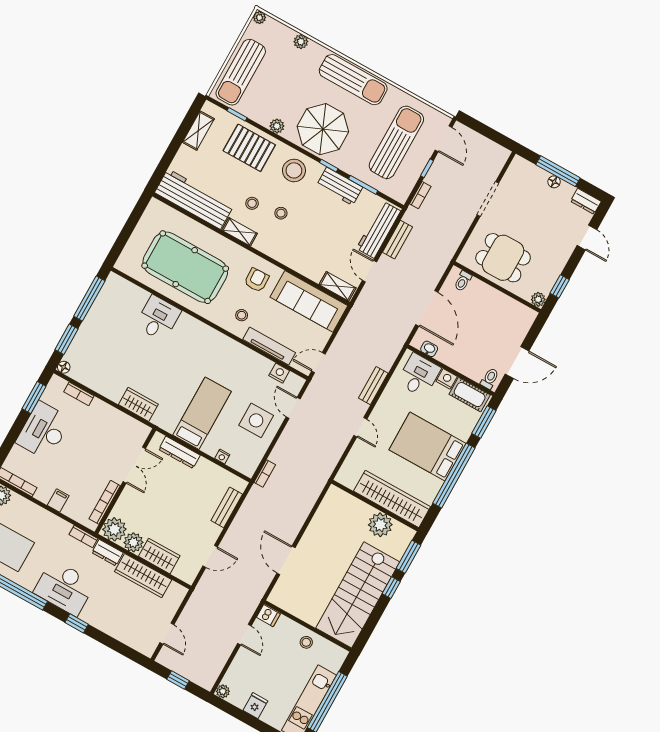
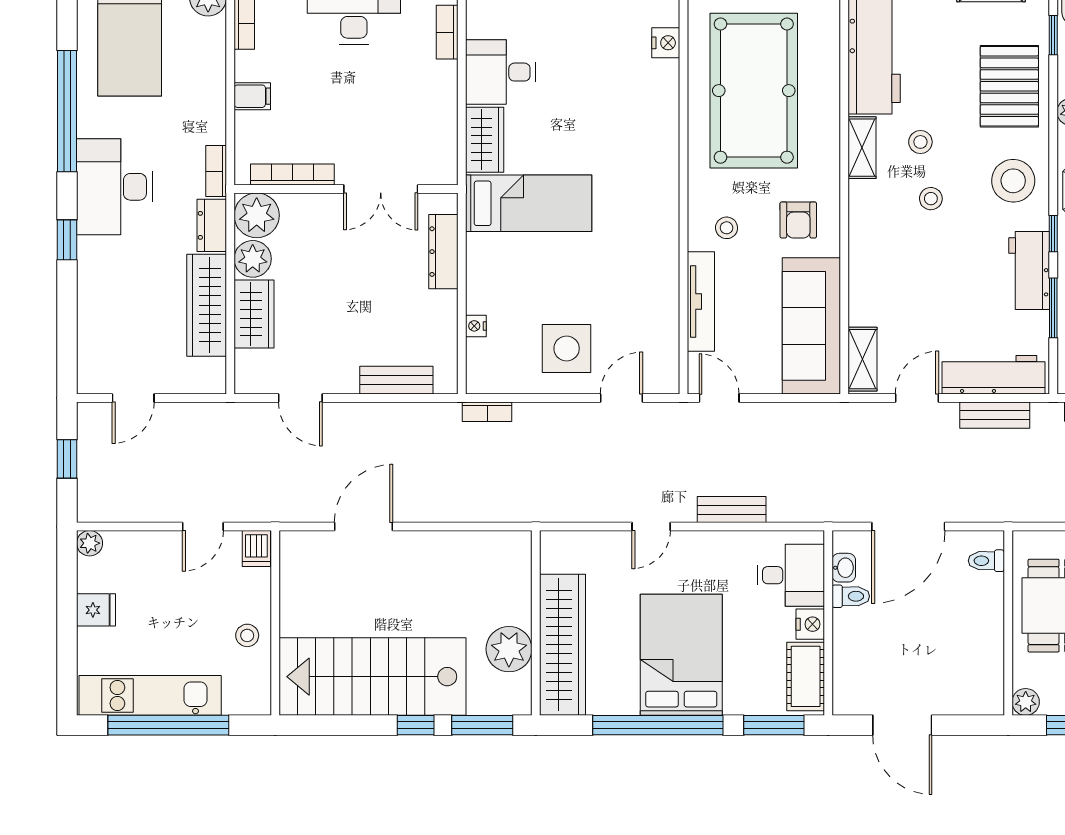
armchair: (257, 280) -> (798, 220), turned 92
desk: (158, 318) -> (501, 72), moved, turned 180
nightstand: (279, 373) -> (666, 43), moved
toilet: (490, 379) -> (851, 596), moved
bed: (202, 413) -> (529, 203), moved

